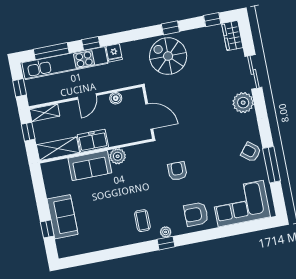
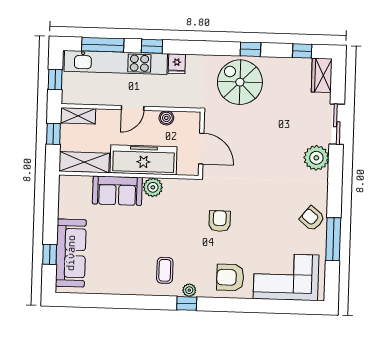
freezer: (93, 141) -> (143, 160), width x1.91, depth x1.26
sofa: (63, 217) -> (71, 253), width x1.36

